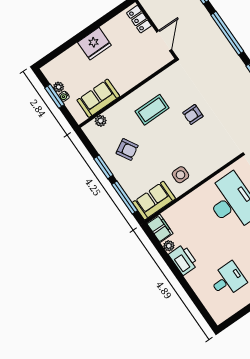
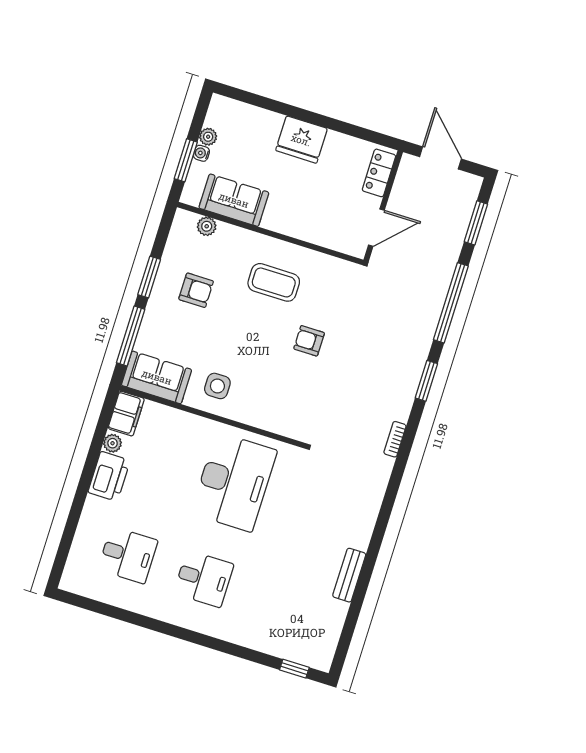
window: (54, 96) -> (186, 160), moved
armchair: (127, 149) -> (196, 290), turned -60

